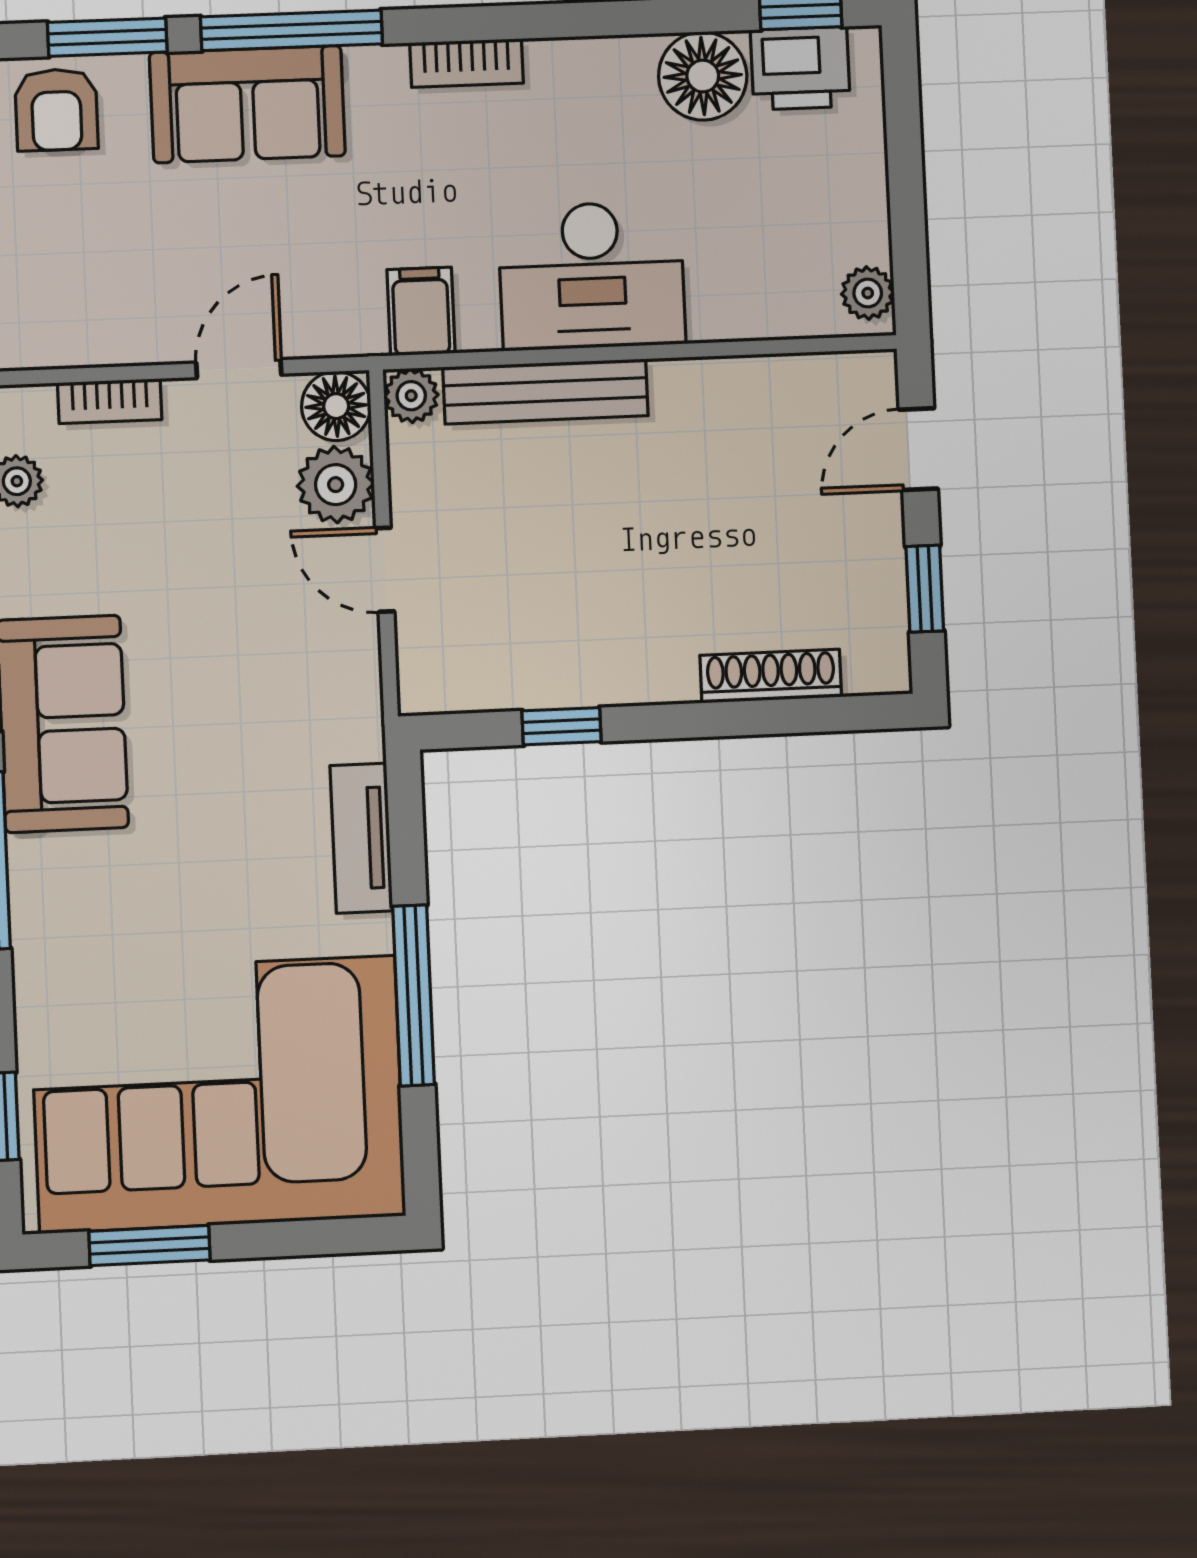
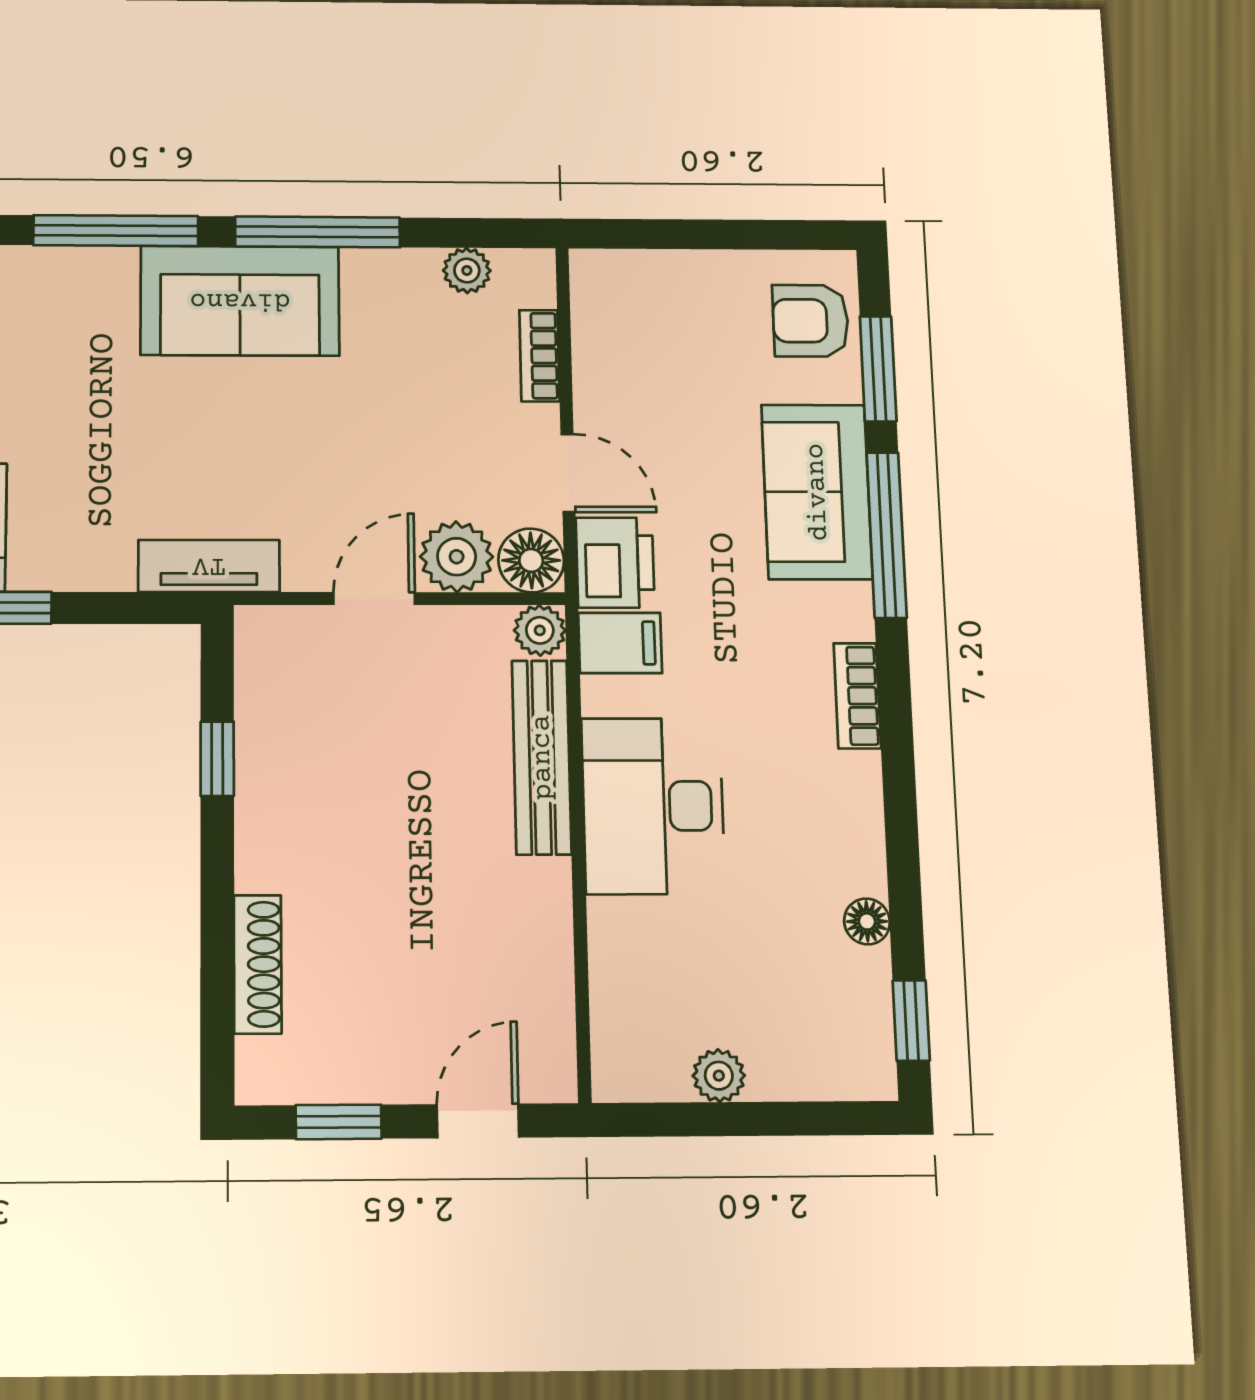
printer: (800, 68) -> (615, 563), moved, turned 180
floor lamp: (703, 76) -> (867, 921), width x0.53, depth x0.53
plant: (868, 293) -> (719, 1076), moved
door: (918, 449) -> (478, 1121), hinge flipped
tv unit: (361, 838) -> (209, 566), moved

